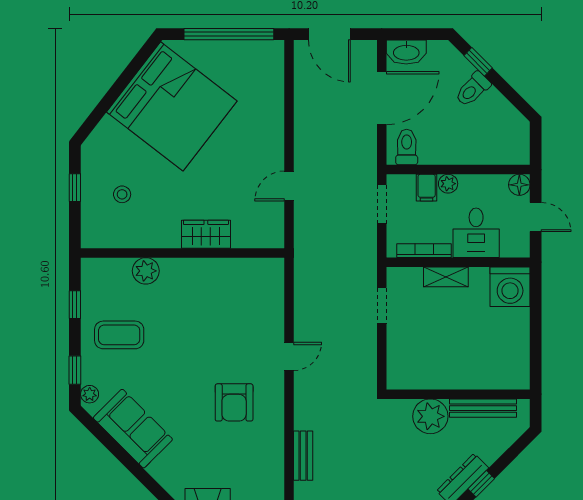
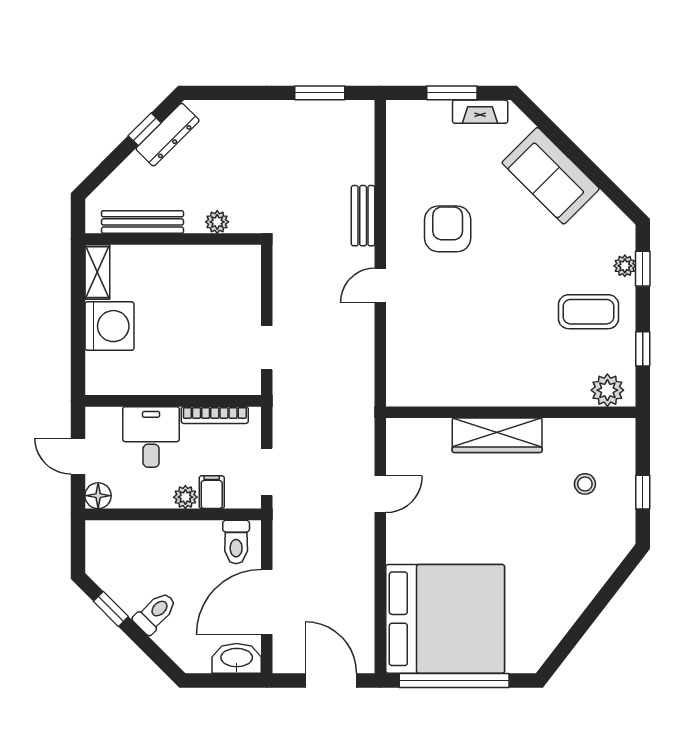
window: (478, 62) -> (111, 609), moved
bed: (172, 106) -> (445, 619), moved, turned 142
wardrobe: (206, 234) -> (497, 435), width x1.50
plant: (146, 271) -> (607, 390), moved
shelving: (446, 277) -> (97, 272), moved, turned 90
washing machine: (510, 287) -> (109, 326), moved, turned 90
plant: (90, 394) -> (625, 266), moved
plant: (430, 416) -> (217, 222), width x0.53, depth x0.53
sofa: (133, 429) -> (551, 176), moved
bench: (303, 456) -> (363, 216), moved

